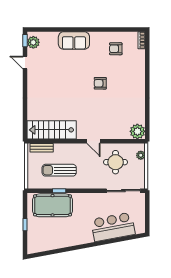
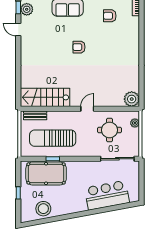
armchair: (100, 83) -> (79, 47), moved
door: (93, 141) -> (87, 109), swing flipped
sun lounger: (59, 170) -> (53, 138), width x1.36, depth x1.34
stool: (50, 240) -> (43, 209), added

